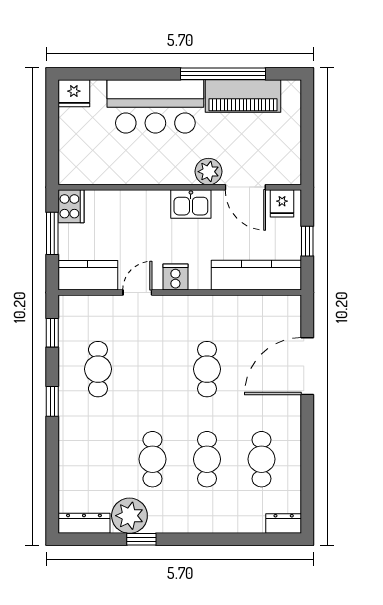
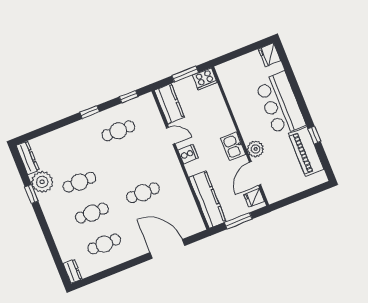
window: (223, 74) -> (314, 135), width x0.32
window: (307, 241) -> (238, 221), width x1.50

